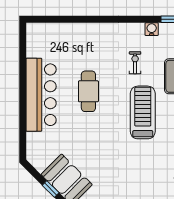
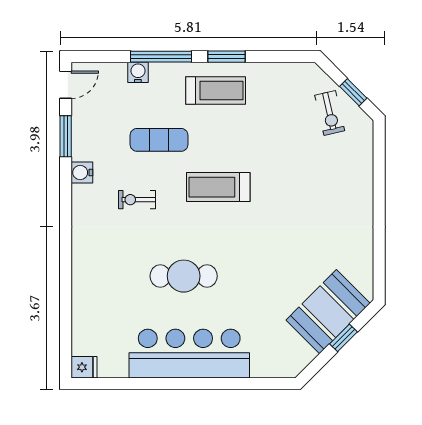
fridge: (33, 30) -> (84, 367), added
treadmill: (143, 112) -> (218, 187), width x0.73, depth x0.73

